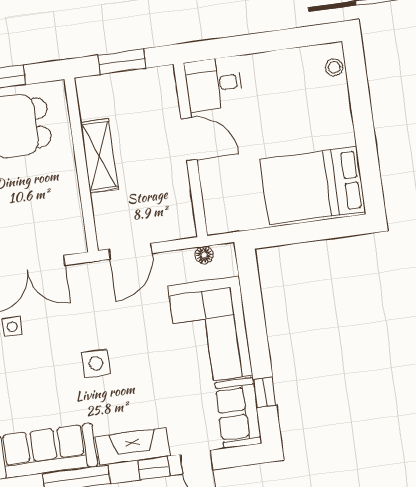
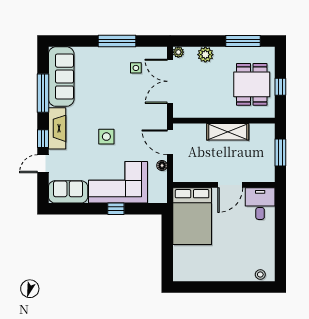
bed: (313, 185) -> (192, 216), moved, turned 180
floor lamp: (204, 255) -> (162, 165), moved
side table: (96, 363) -> (106, 137), moved
window: (265, 392) -> (116, 209), moved

